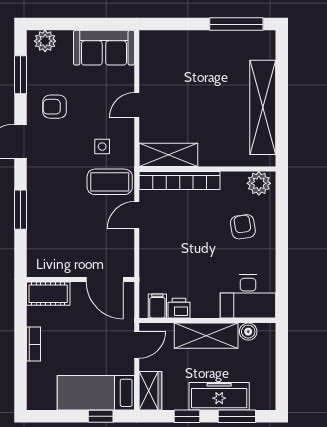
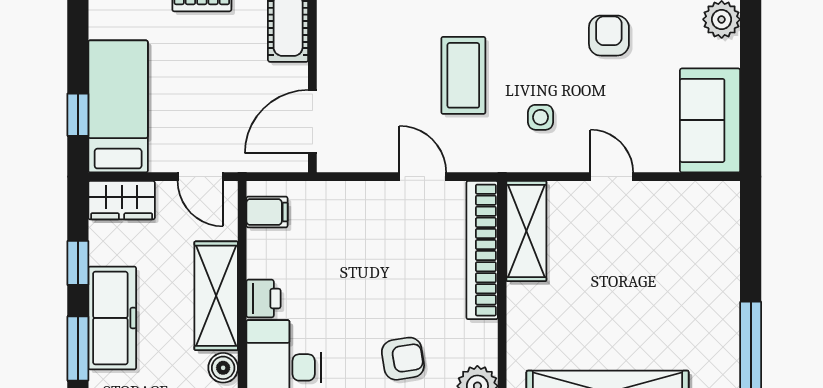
coffee table: (110, 182) -> (463, 75), moved
printer: (179, 308) -> (263, 299), moved

